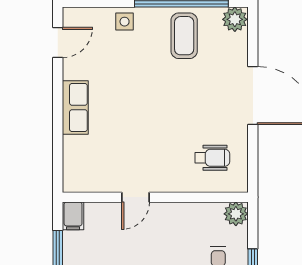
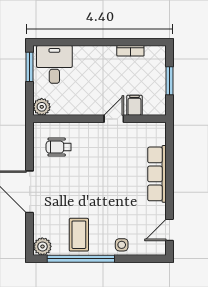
row of seats: (75, 108) -> (157, 174), width x1.48
filing cabinet: (73, 216) -> (134, 105), moved

